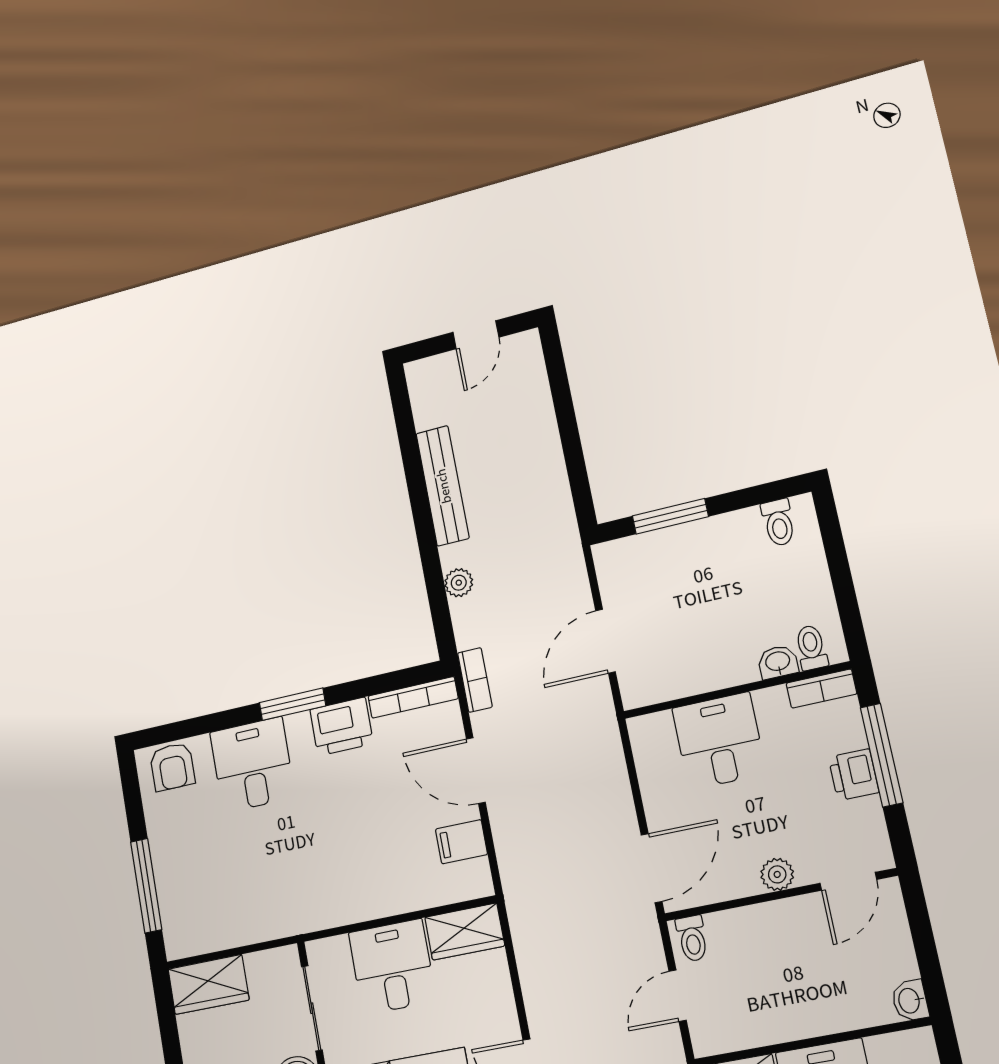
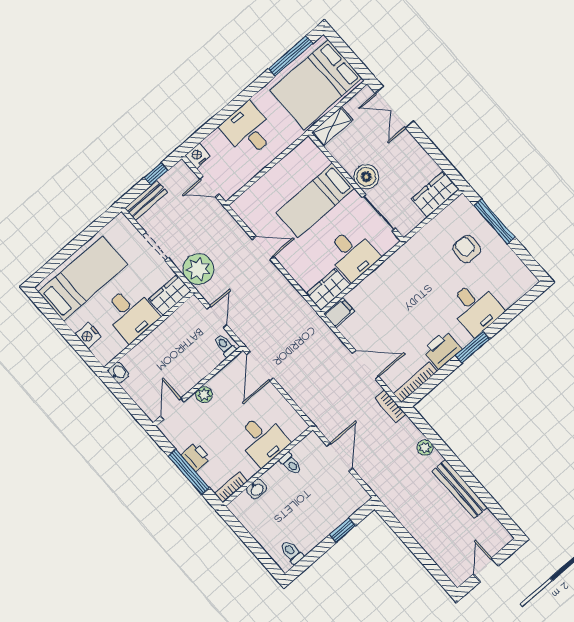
window: (670, 516) -> (343, 530), width x0.67
toilet: (811, 648) -> (291, 464), moved
armchair: (172, 767) -> (467, 249), moved
filing cabinet: (461, 842) -> (339, 313), moved

